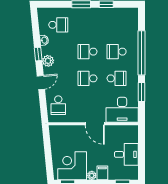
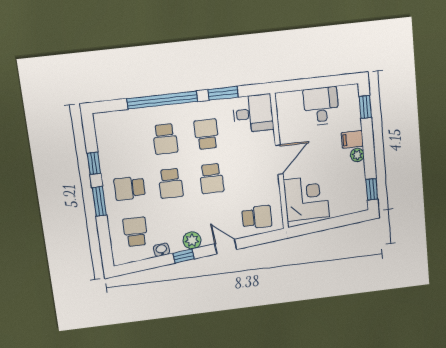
school desk: (87, 25) -> (130, 188), added
desk: (122, 110) -> (253, 114), width x0.73
corner desk: (72, 166) -> (306, 198), moved, turned 180

